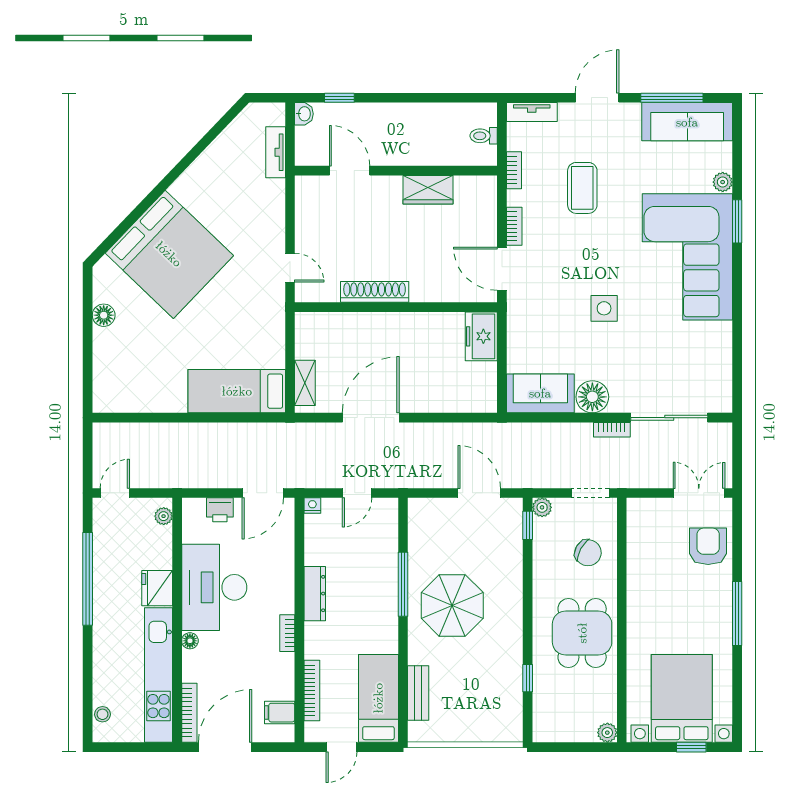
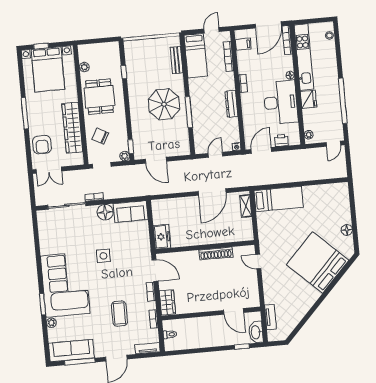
washbasin: (304, 114) -> (256, 332), width x1.91, depth x1.45
wardrobe: (428, 190) -> (167, 302), moved, turned 90
wardrobe: (643, 575) -> (72, 128), added
plant: (607, 733) -> (84, 67), moved

